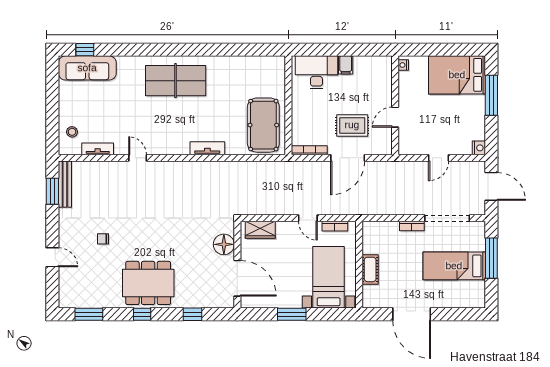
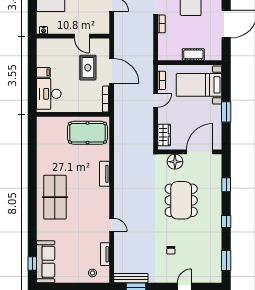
door: (138, 158) -> (112, 225), swing flipped
dining table: (148, 283) -> (181, 200), moved

